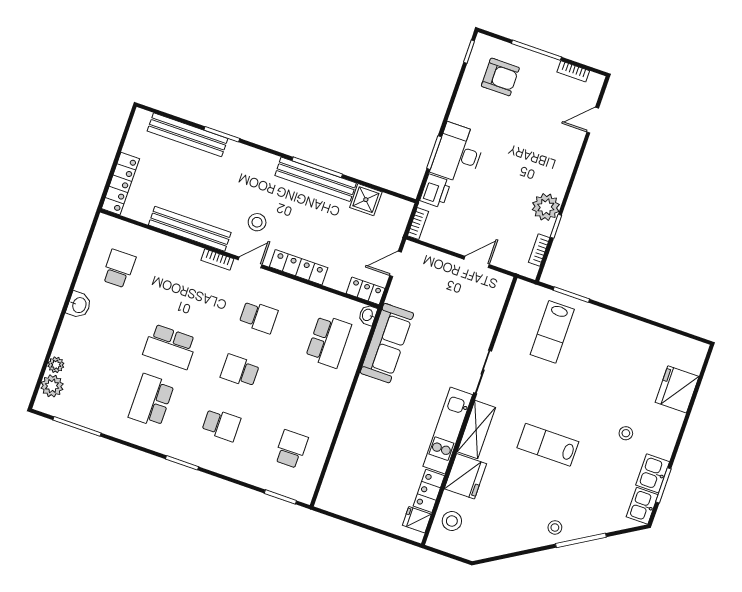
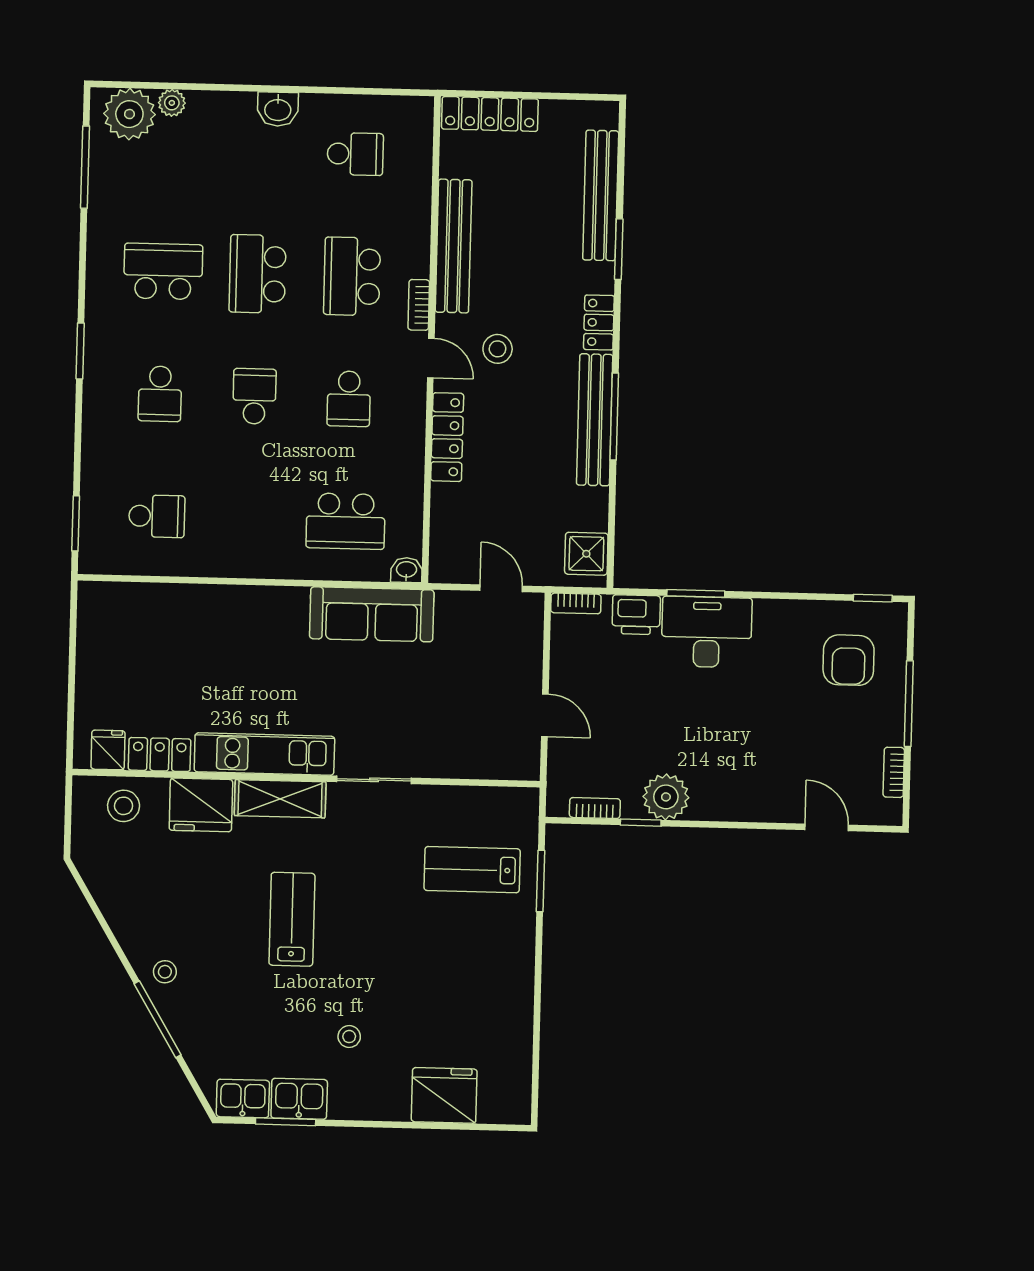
shower: (366, 200) -> (586, 554), moved
locker: (366, 291) -> (599, 322), moved, turned 180
school desk: (189, 293) -> (352, 276), added
plant: (52, 386) -> (129, 114), width x1.36, depth x1.36

